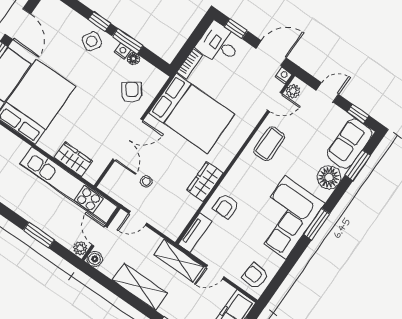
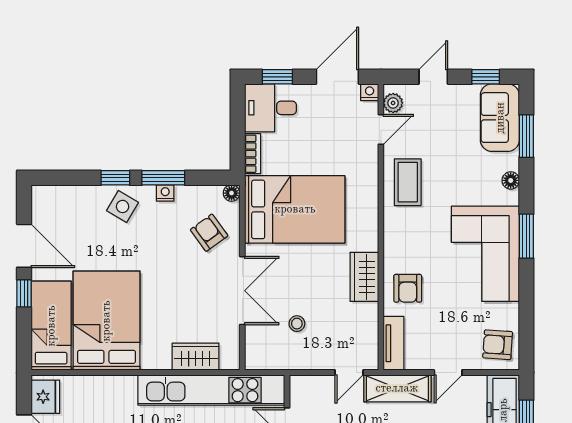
floor lamp: (133, 59) -> (232, 193), moved
floor lamp: (329, 177) -> (511, 180), width x0.53, depth x0.53
door: (138, 218) -> (349, 373), moved

